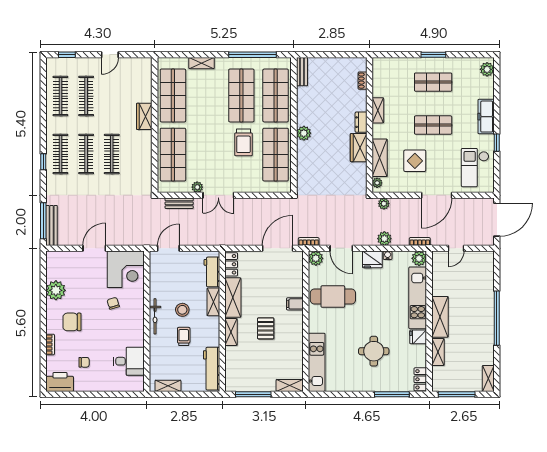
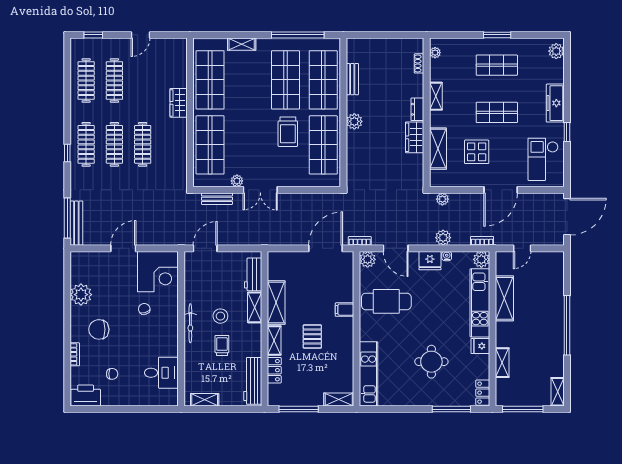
bench: (302, 72) -> (352, 79), moved
plant: (377, 183) -> (435, 53), moved
locker: (231, 264) -> (274, 370), moved
shelving: (440, 317) -> (504, 298), moved

